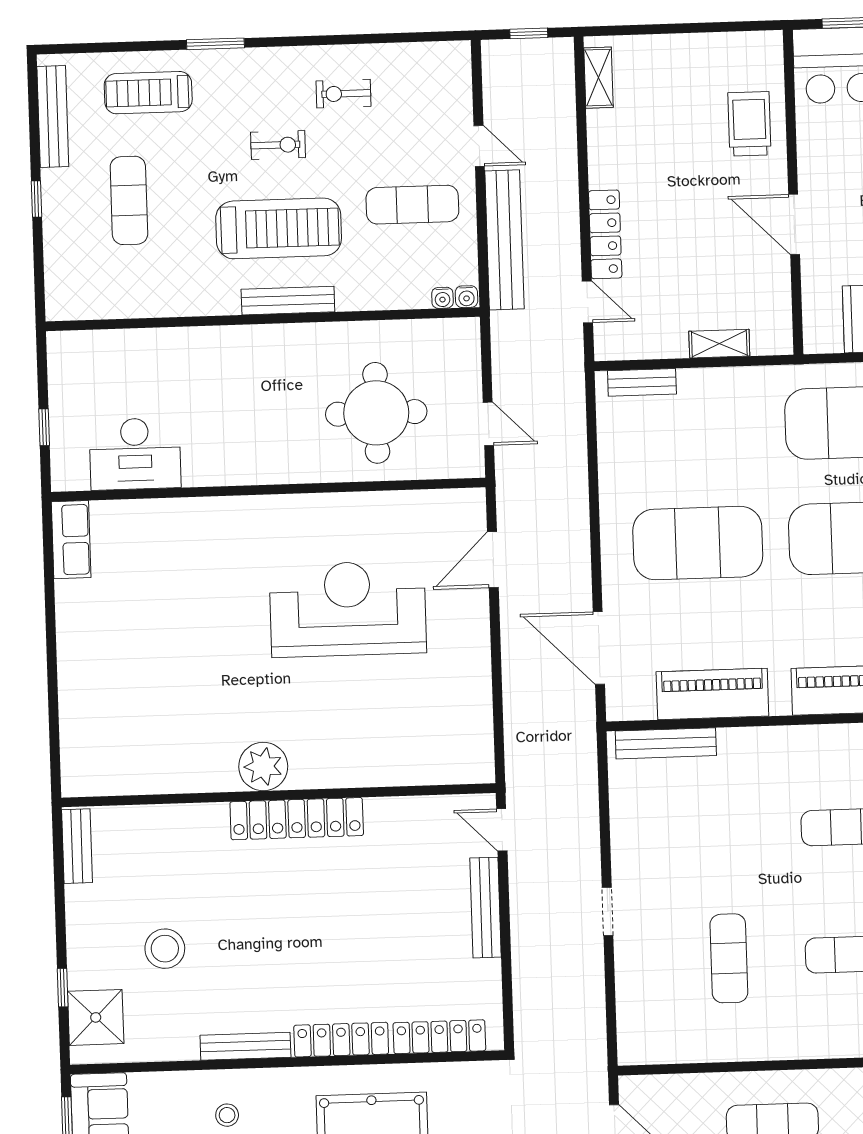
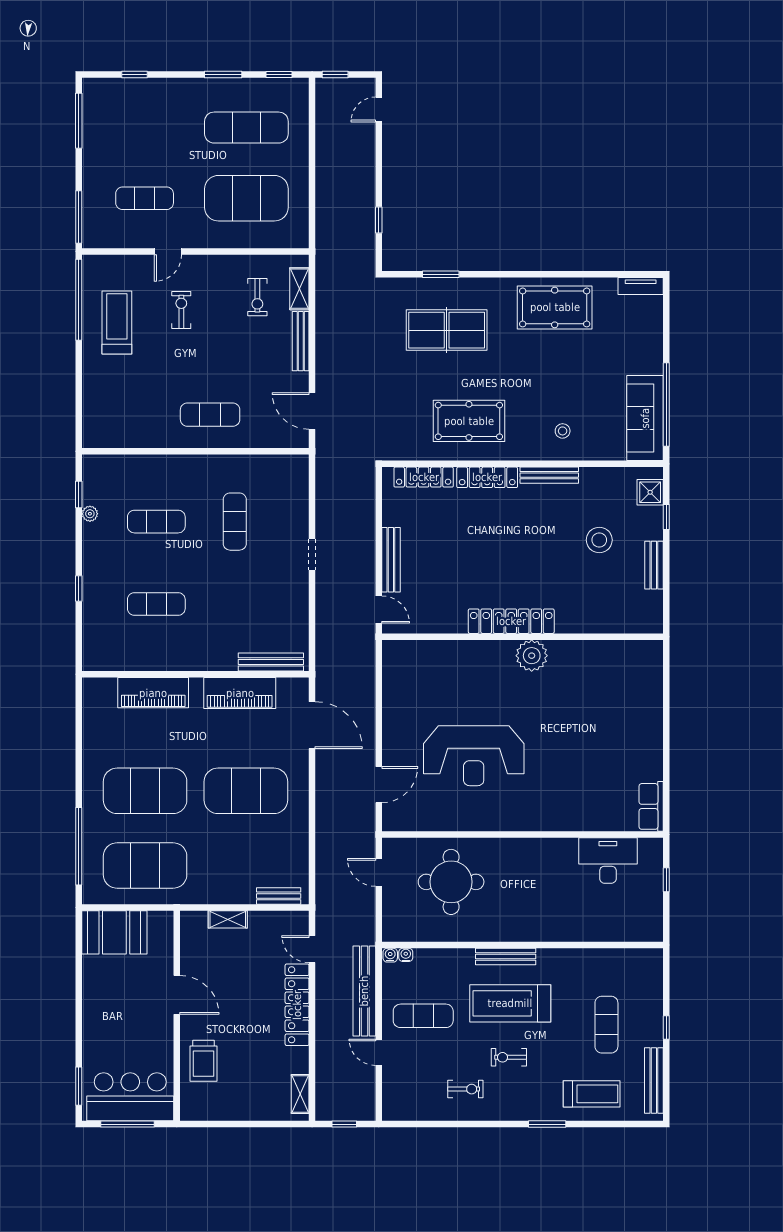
locker: (605, 234) -> (297, 1005), width x1.41, depth x1.21
bench: (77, 846) -> (654, 565), moved
shower: (96, 1017) -> (650, 492), width x0.73, depth x0.73

